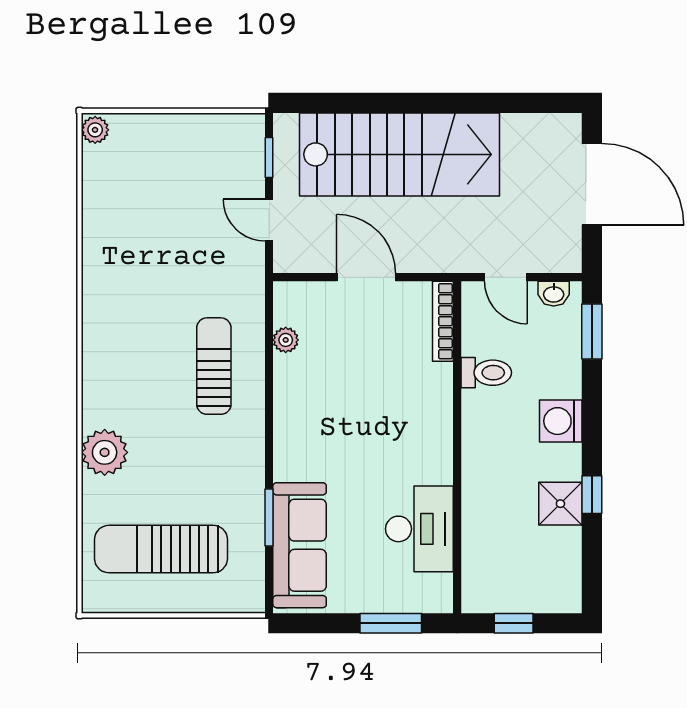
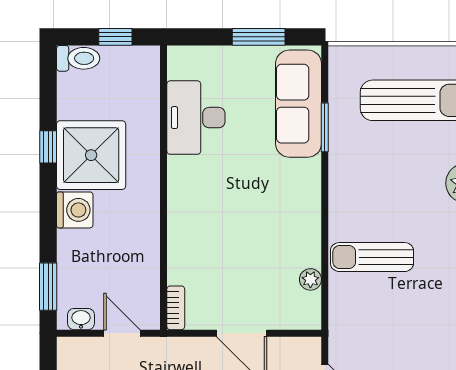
bookcase: (443, 321) -> (176, 308), width x0.64
sun lounger: (214, 366) -> (372, 257), turned 90
toilet: (486, 373) -> (78, 58), moved, turned 180
shower: (560, 504) -> (91, 155), width x1.86, depth x1.86
window: (391, 623) -> (259, 37), moved

